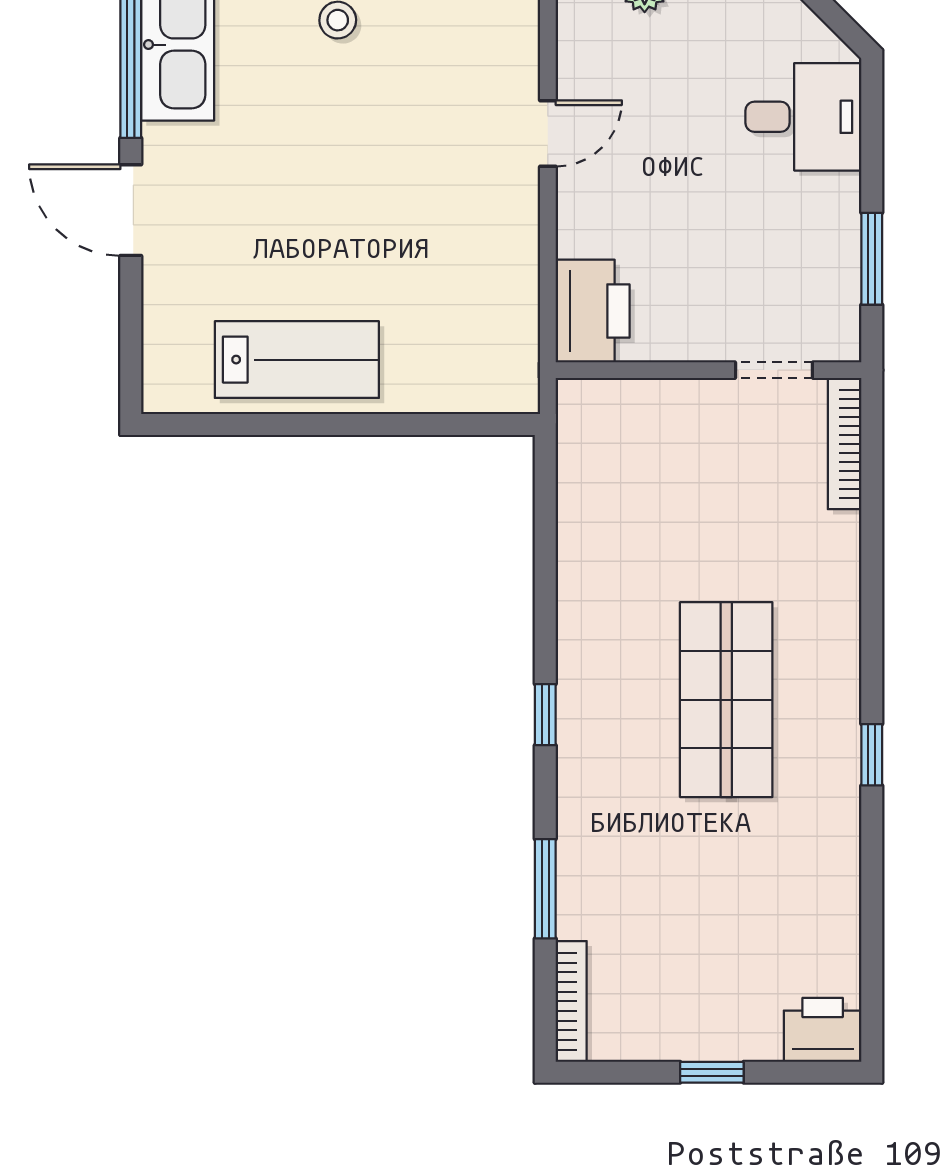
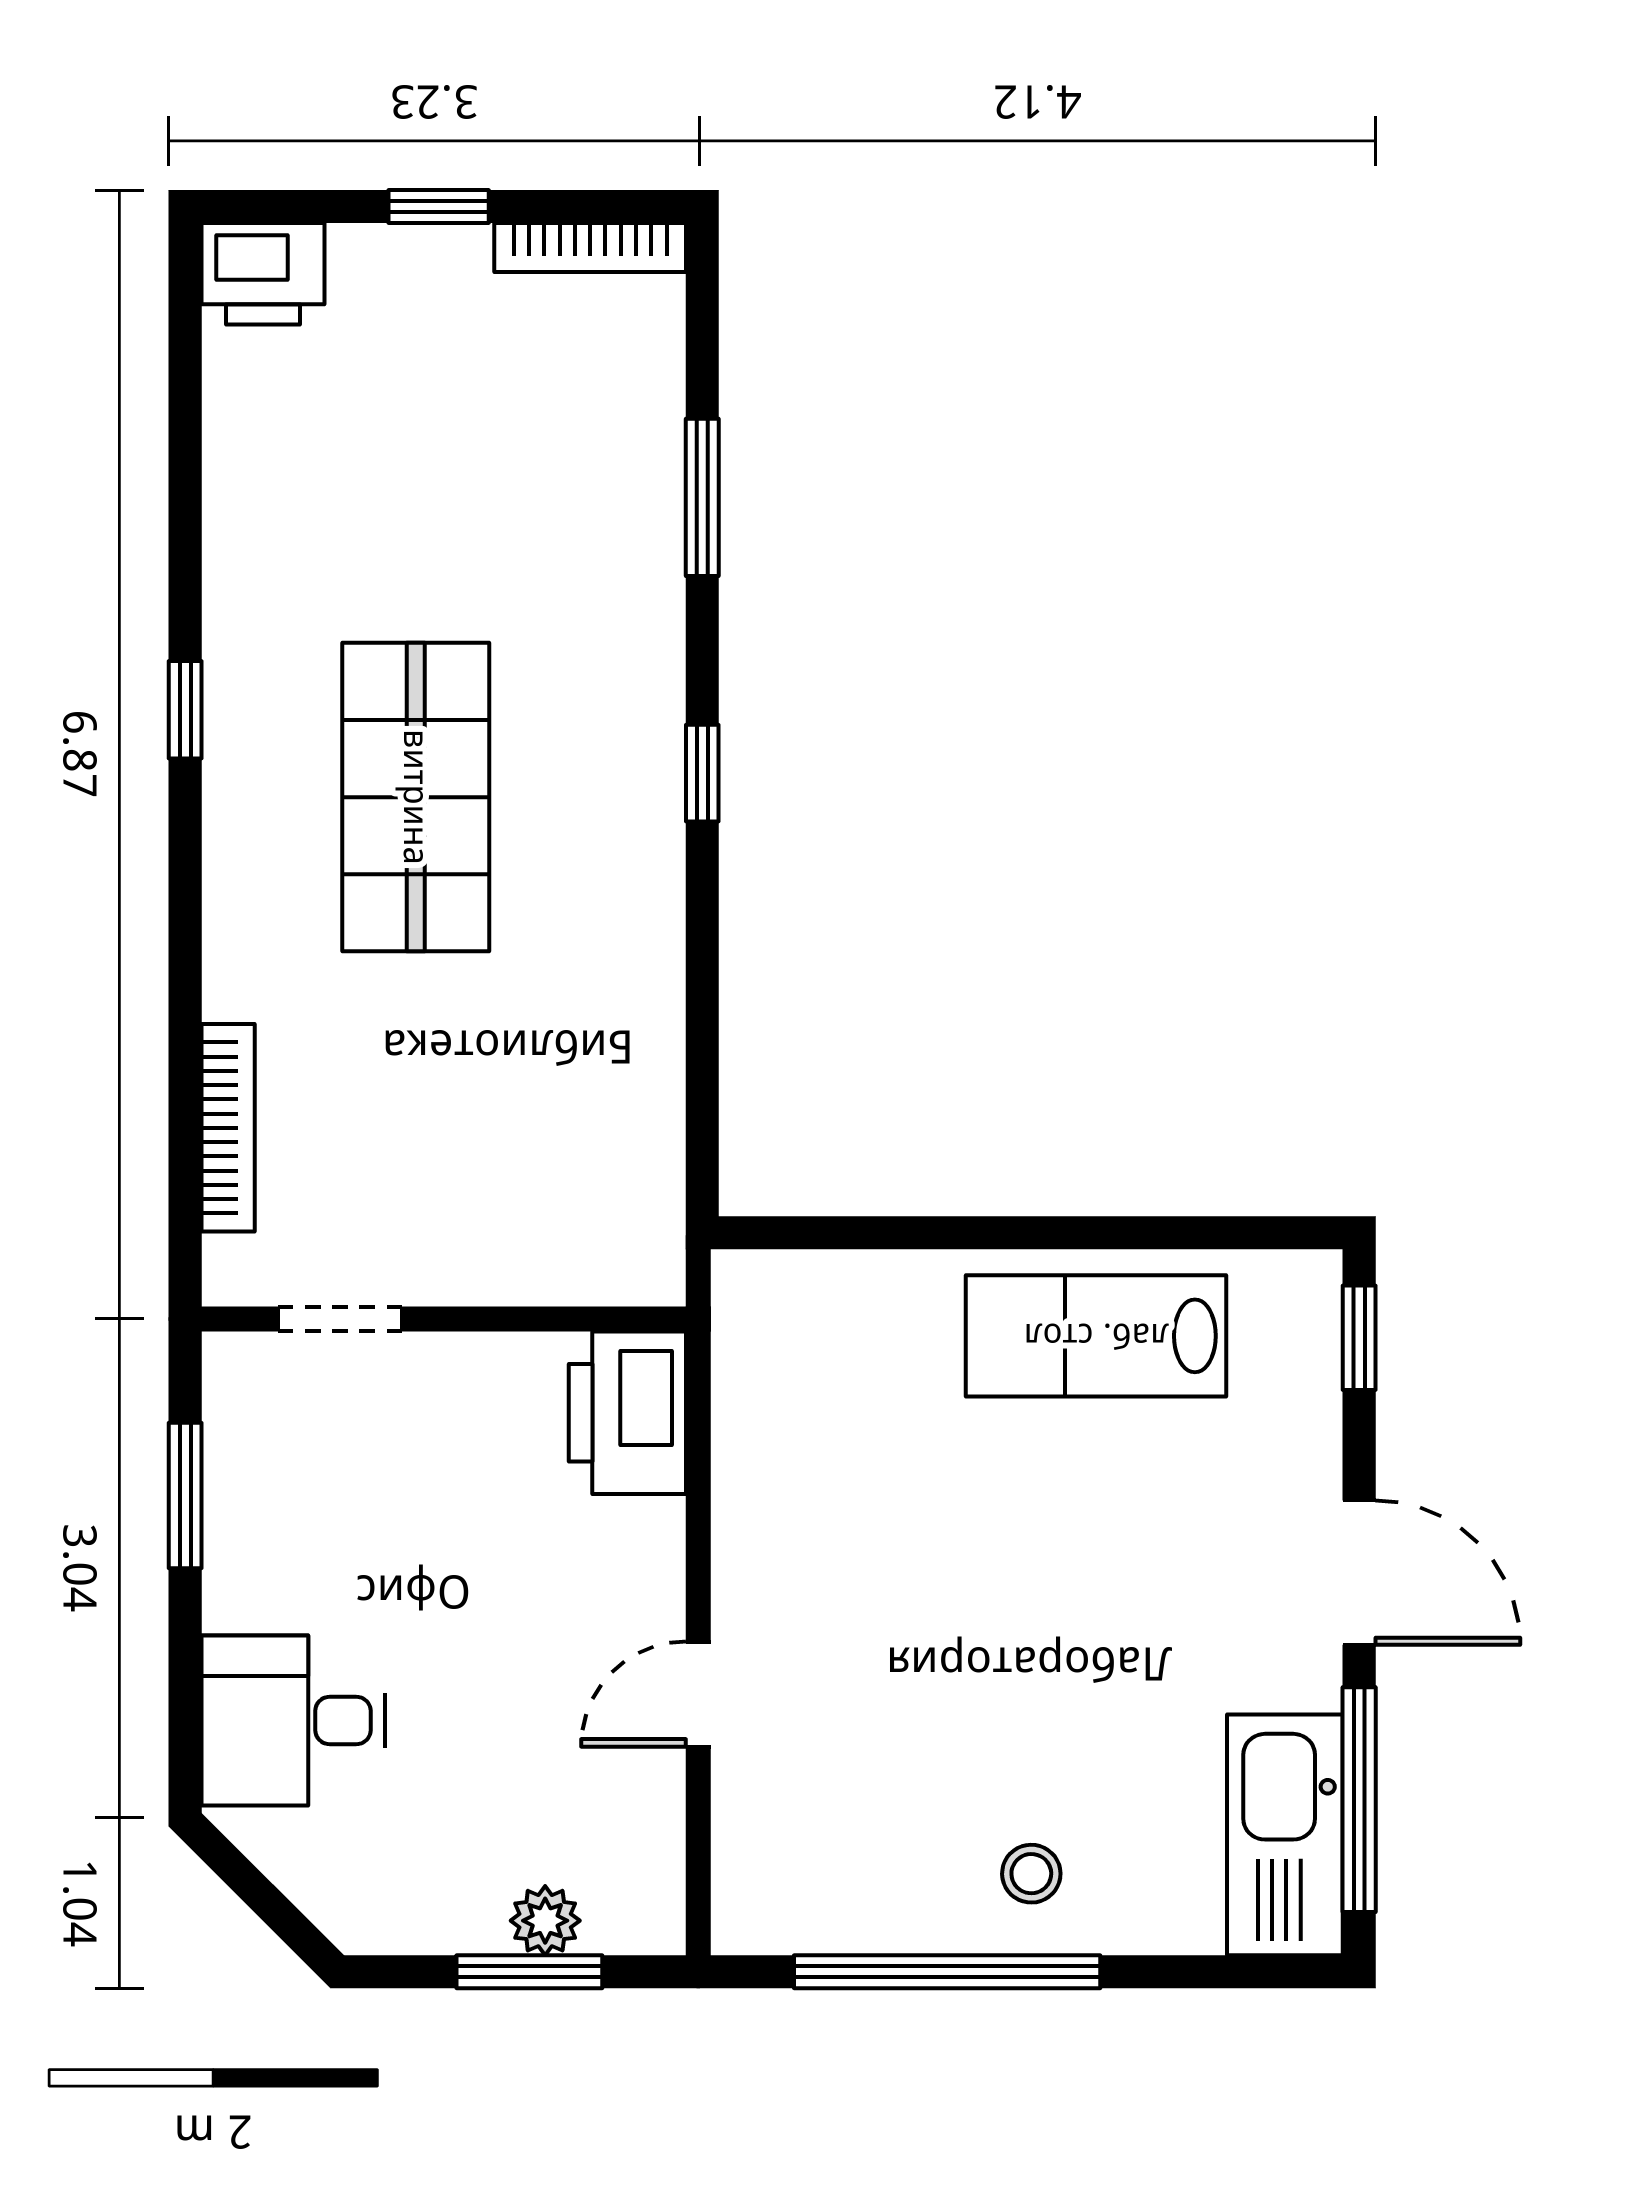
window: (131, 358) -> (1359, 1338), added
bookcase: (845, 444) -> (228, 1128), moved
bookcase: (571, 1001) -> (590, 247), moved, turned -90

